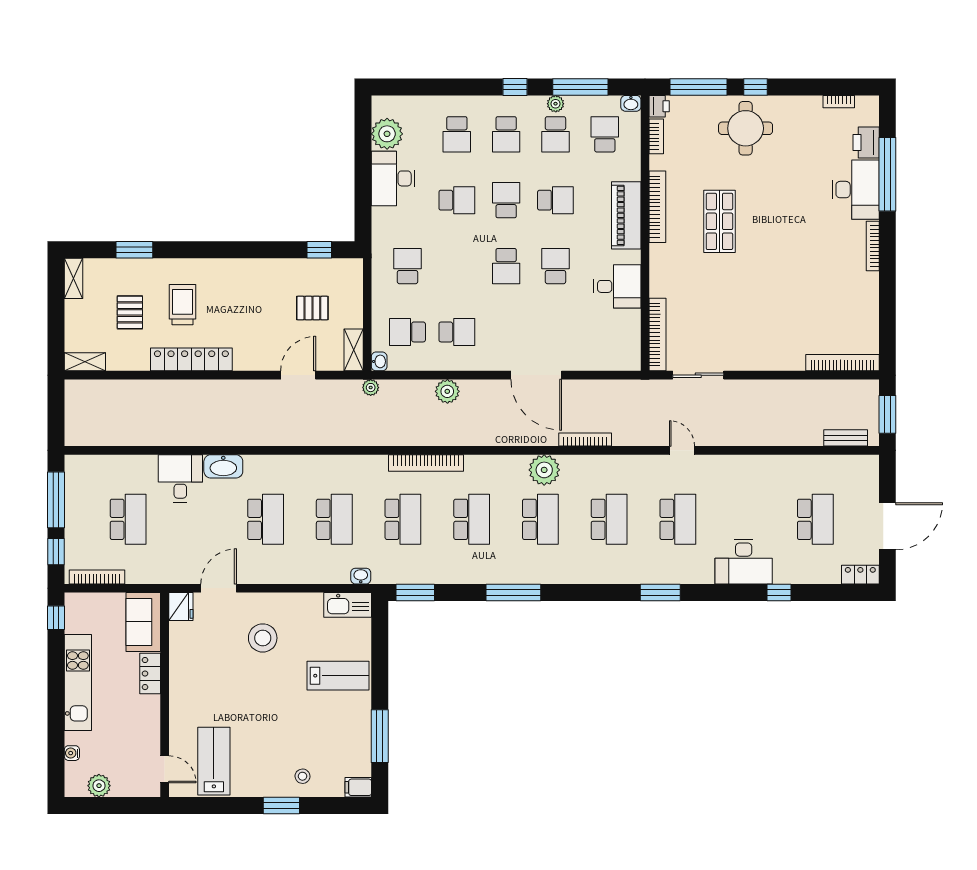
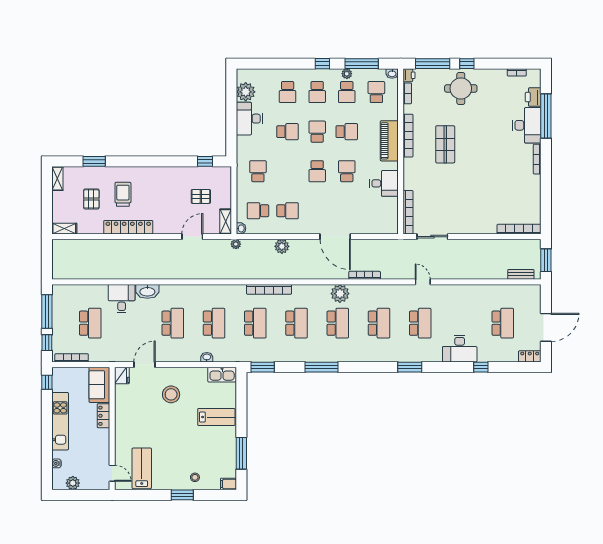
washbasin: (361, 576) -> (207, 357), moved

